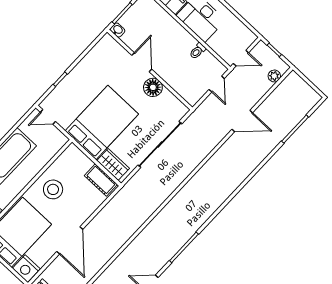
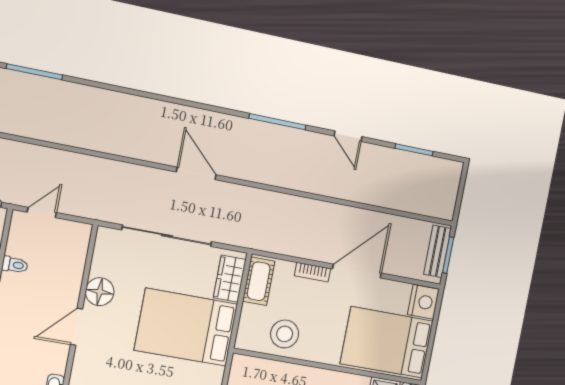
door: (242, 121) -> (196, 173), moved
stool: (53, 189) -> (285, 334), moved
bookcase: (86, 214) -> (312, 272), added

